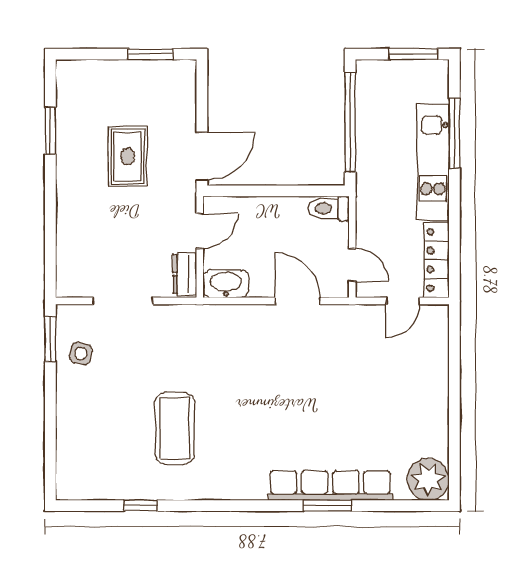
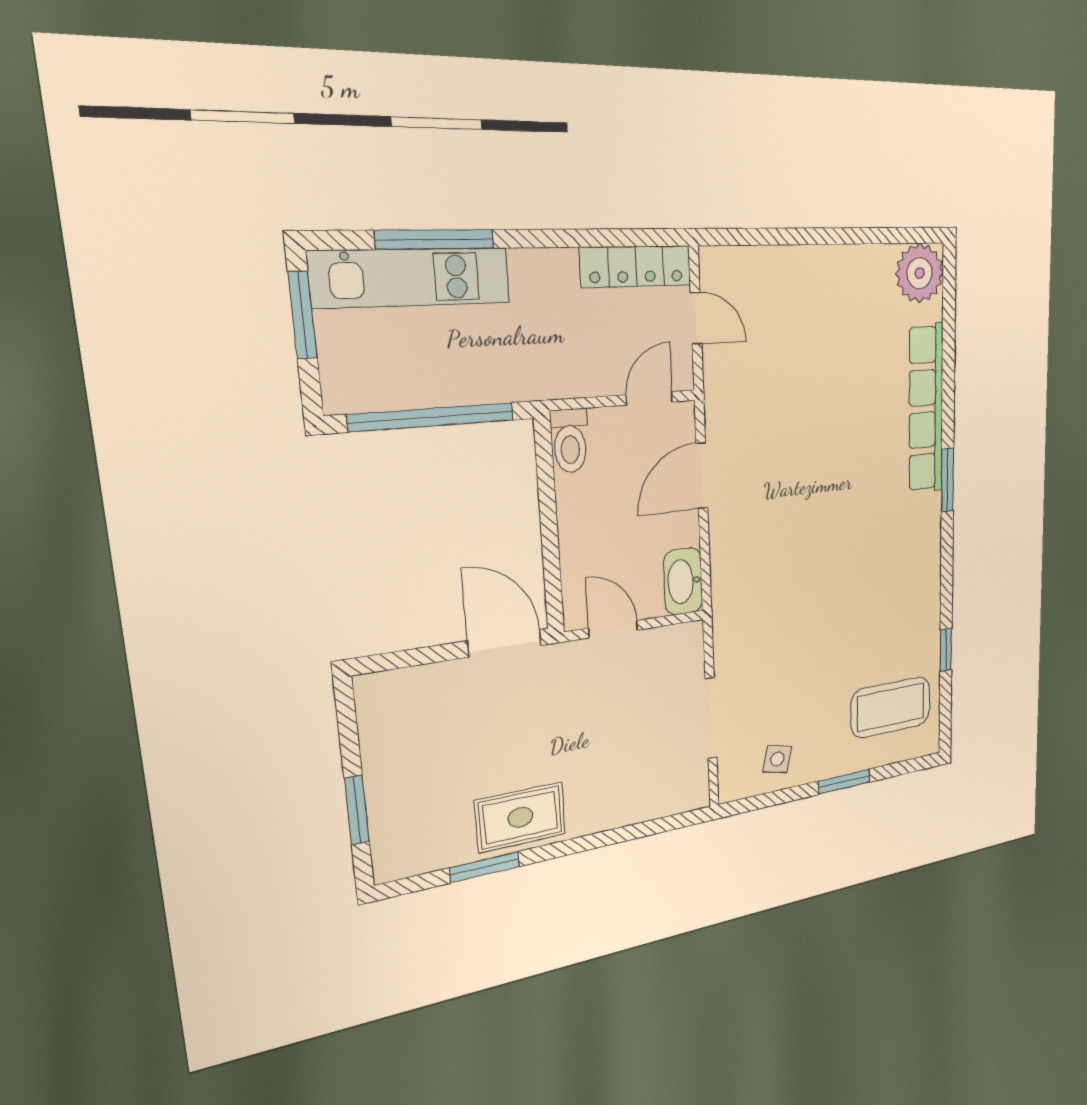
window: (150, 54) -> (357, 810), moved
rug: (128, 156) -> (521, 817), moved
kitchen unit: (433, 162) -> (411, 278), moved
dresser: (185, 274) -> (673, 641), removed
window: (50, 339) -> (844, 782), moved
coffee table: (175, 428) -> (891, 707), moved
window: (328, 506) -> (947, 480), moved

